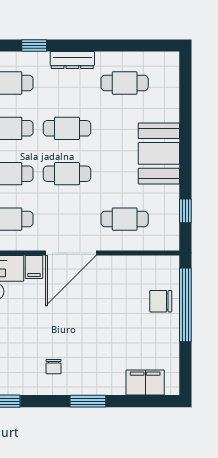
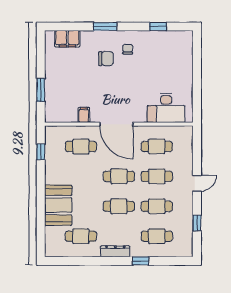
booth: (159, 153) -> (58, 205), moved
door: (71, 253) -> (116, 124), swing flipped
filing cabinet: (34, 267) -> (84, 115), moved
chair: (161, 301) -> (106, 59), moved
window: (185, 305) -> (41, 90), width x0.47

